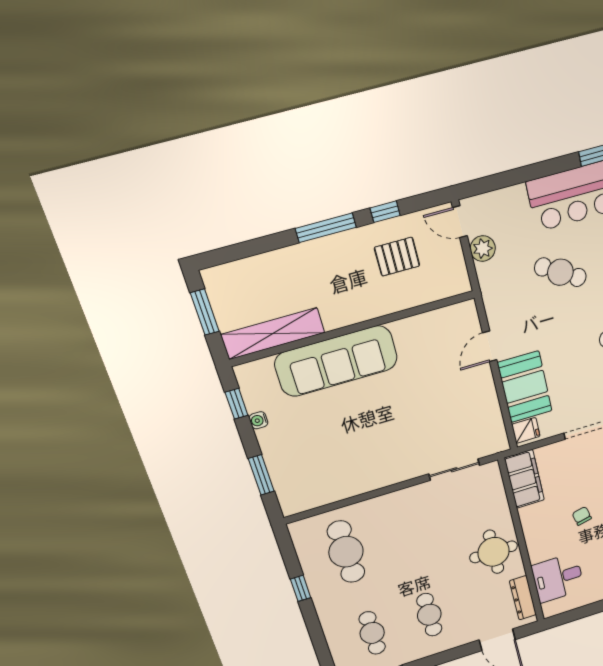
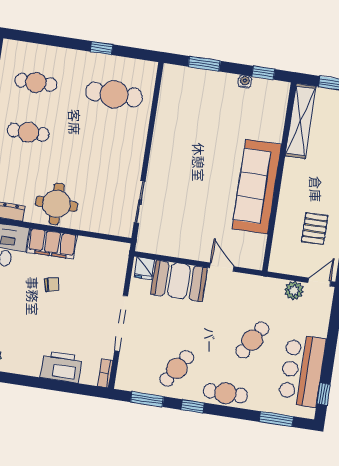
sofa: (336, 361) -> (257, 187), moved
filing cabinet: (524, 479) -> (52, 244), moved

